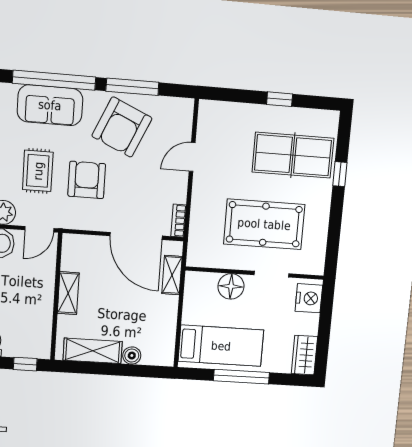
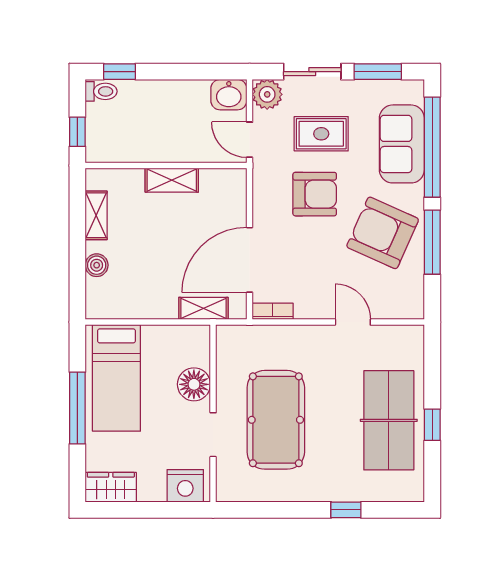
table tennis table: (293, 155) -> (389, 420), moved
shelving: (93, 351) -> (96, 215), width x0.67, depth x0.75

